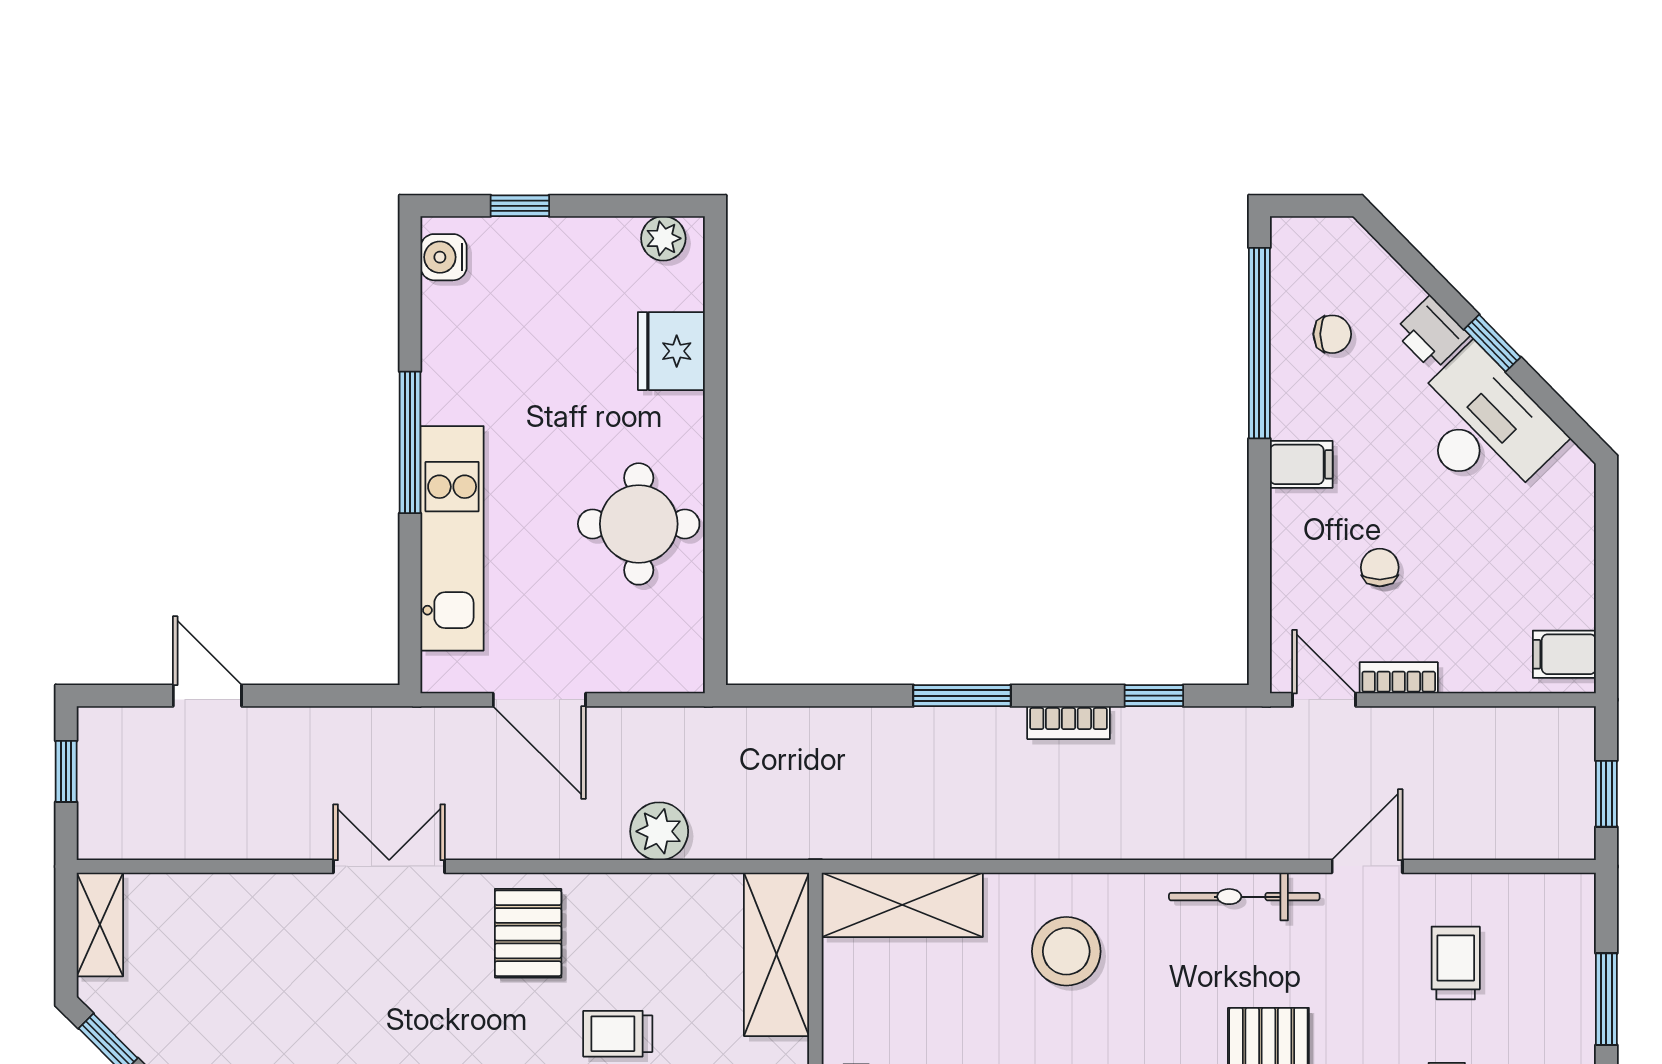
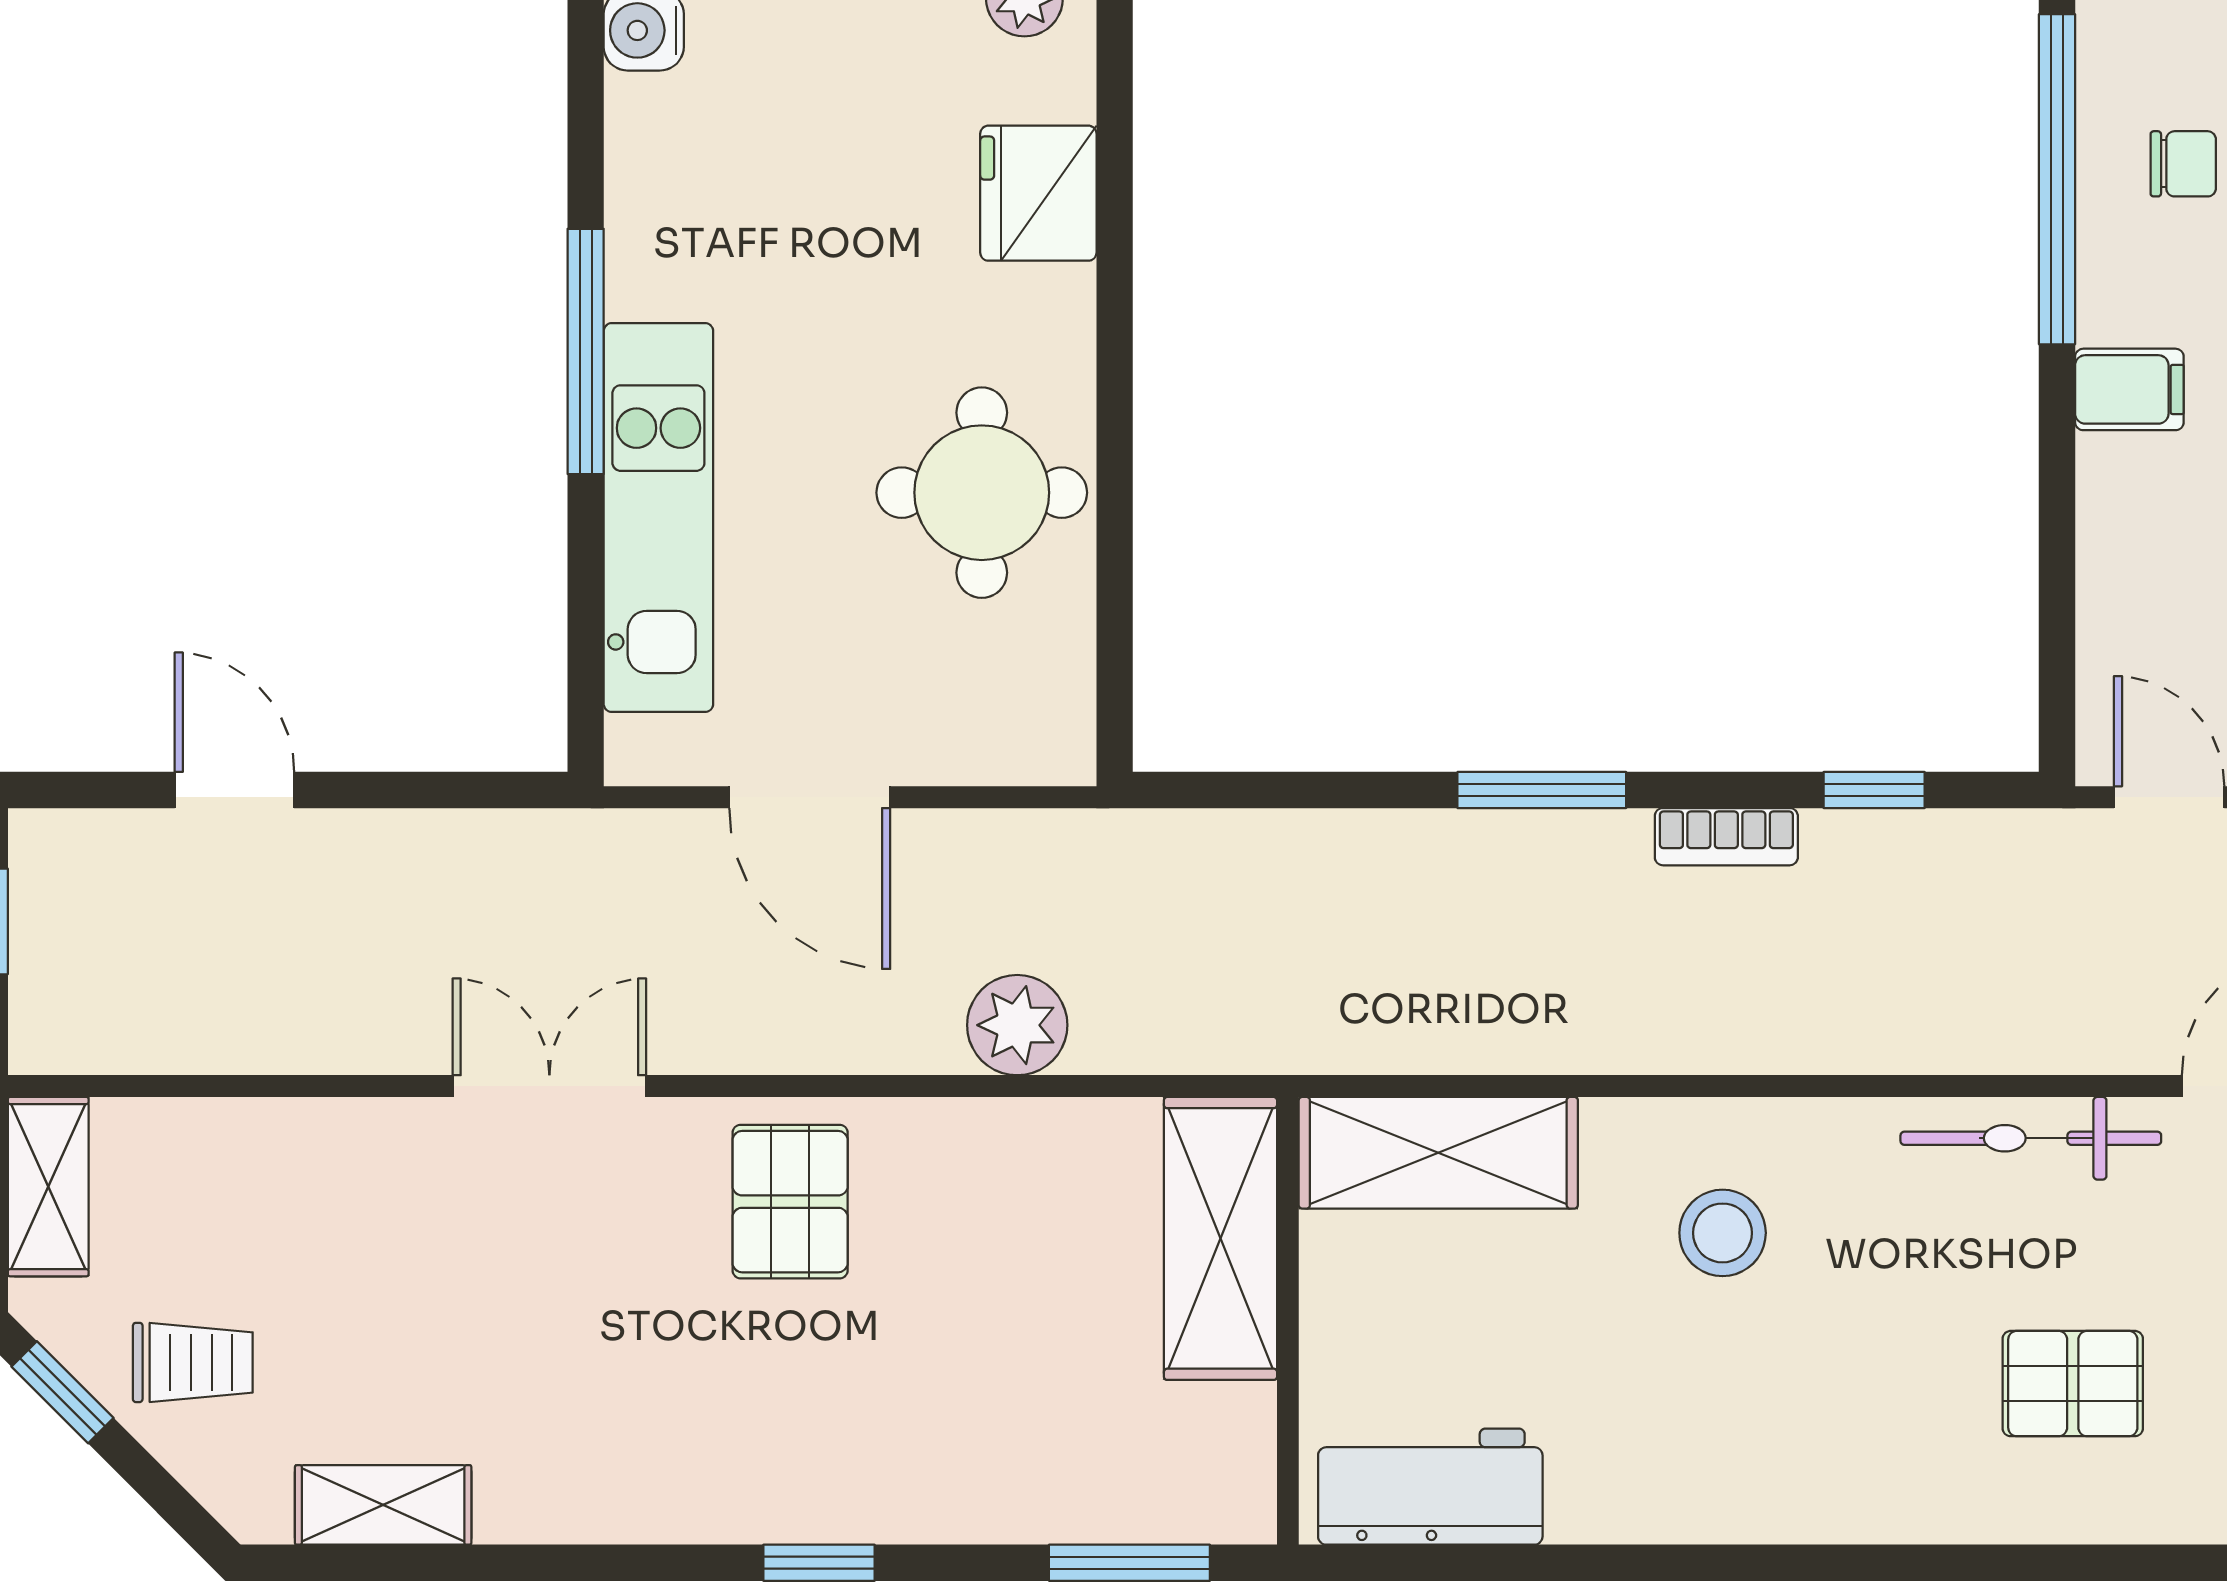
stool: (1066, 951) -> (1723, 1233), width x0.73, depth x0.73
trolley: (618, 1034) -> (193, 1362), moved, turned 180

